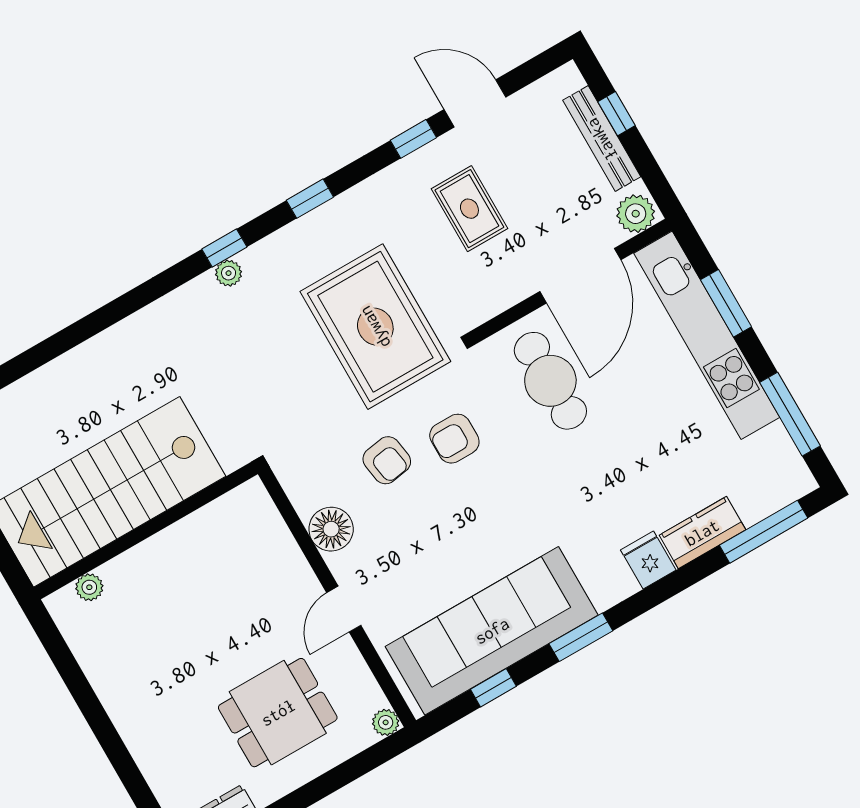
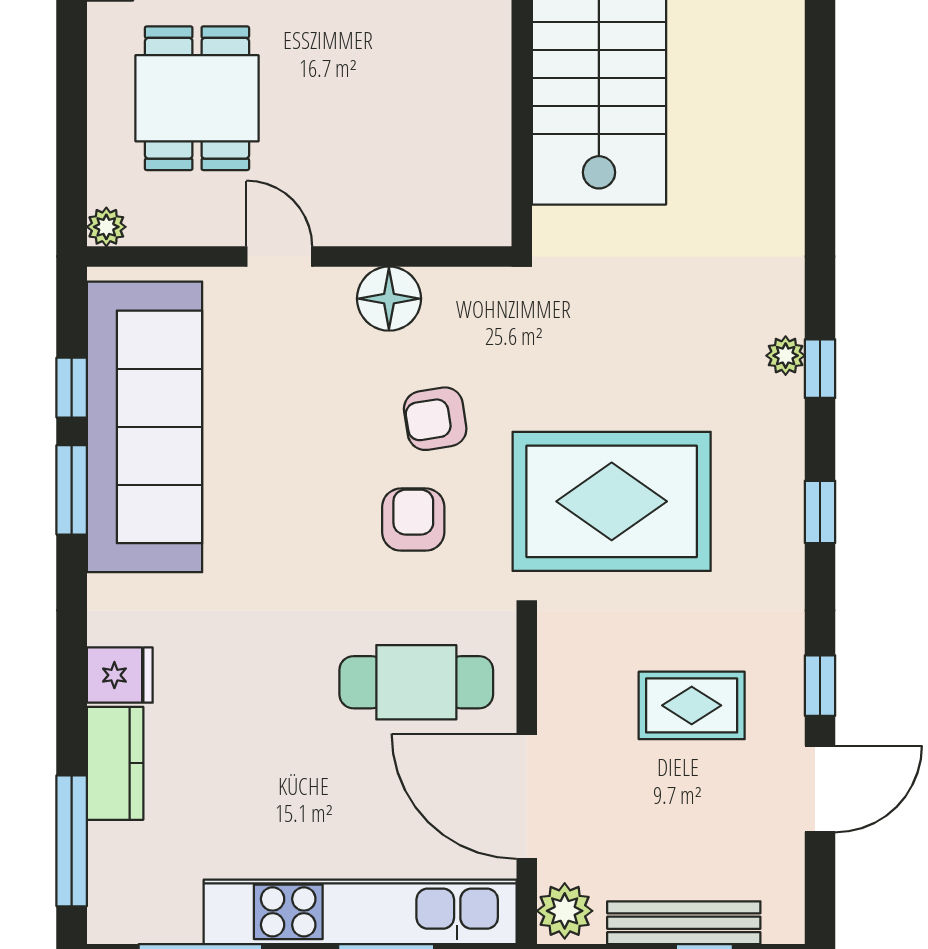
window: (581, 637) -> (72, 490), moved

